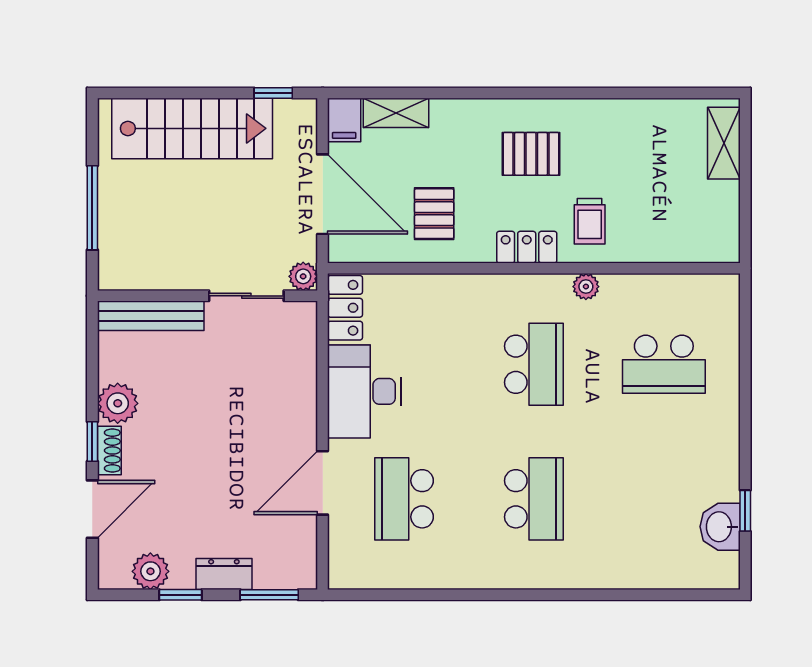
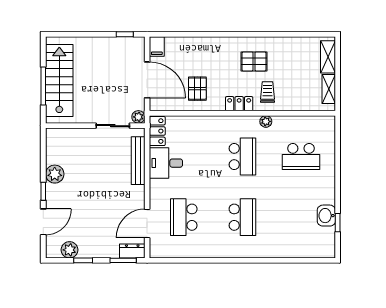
shelving: (396, 113) -> (329, 89), moved, turned 90
stairs: (192, 128) -> (59, 80), moved, turned -90
pallet: (531, 154) -> (254, 61), moved
trolley: (590, 221) -> (267, 92), turned 180
bench: (151, 316) -> (138, 161), moved, turned 90
desk: (364, 391) -> (166, 163), width x0.73
shoe rack: (109, 450) -> (51, 195), removed
door: (323, 483) -> (147, 223), moved
washbasin: (720, 527) -> (326, 216), moved
dresser: (224, 574) -> (132, 251), moved

